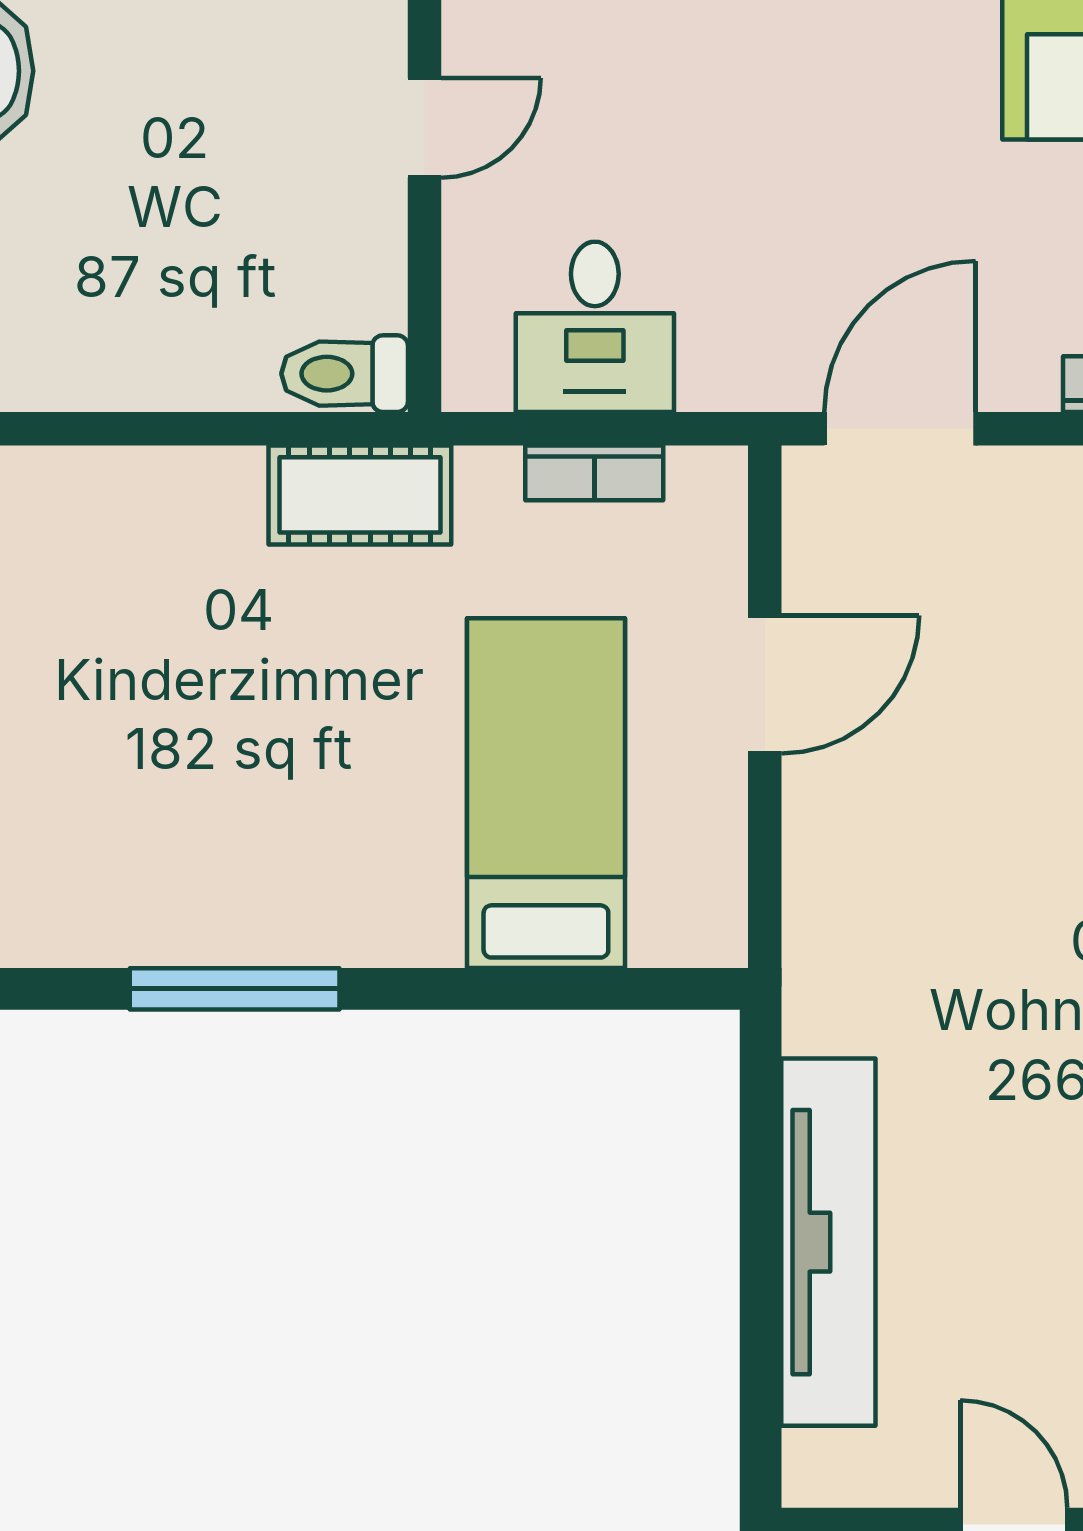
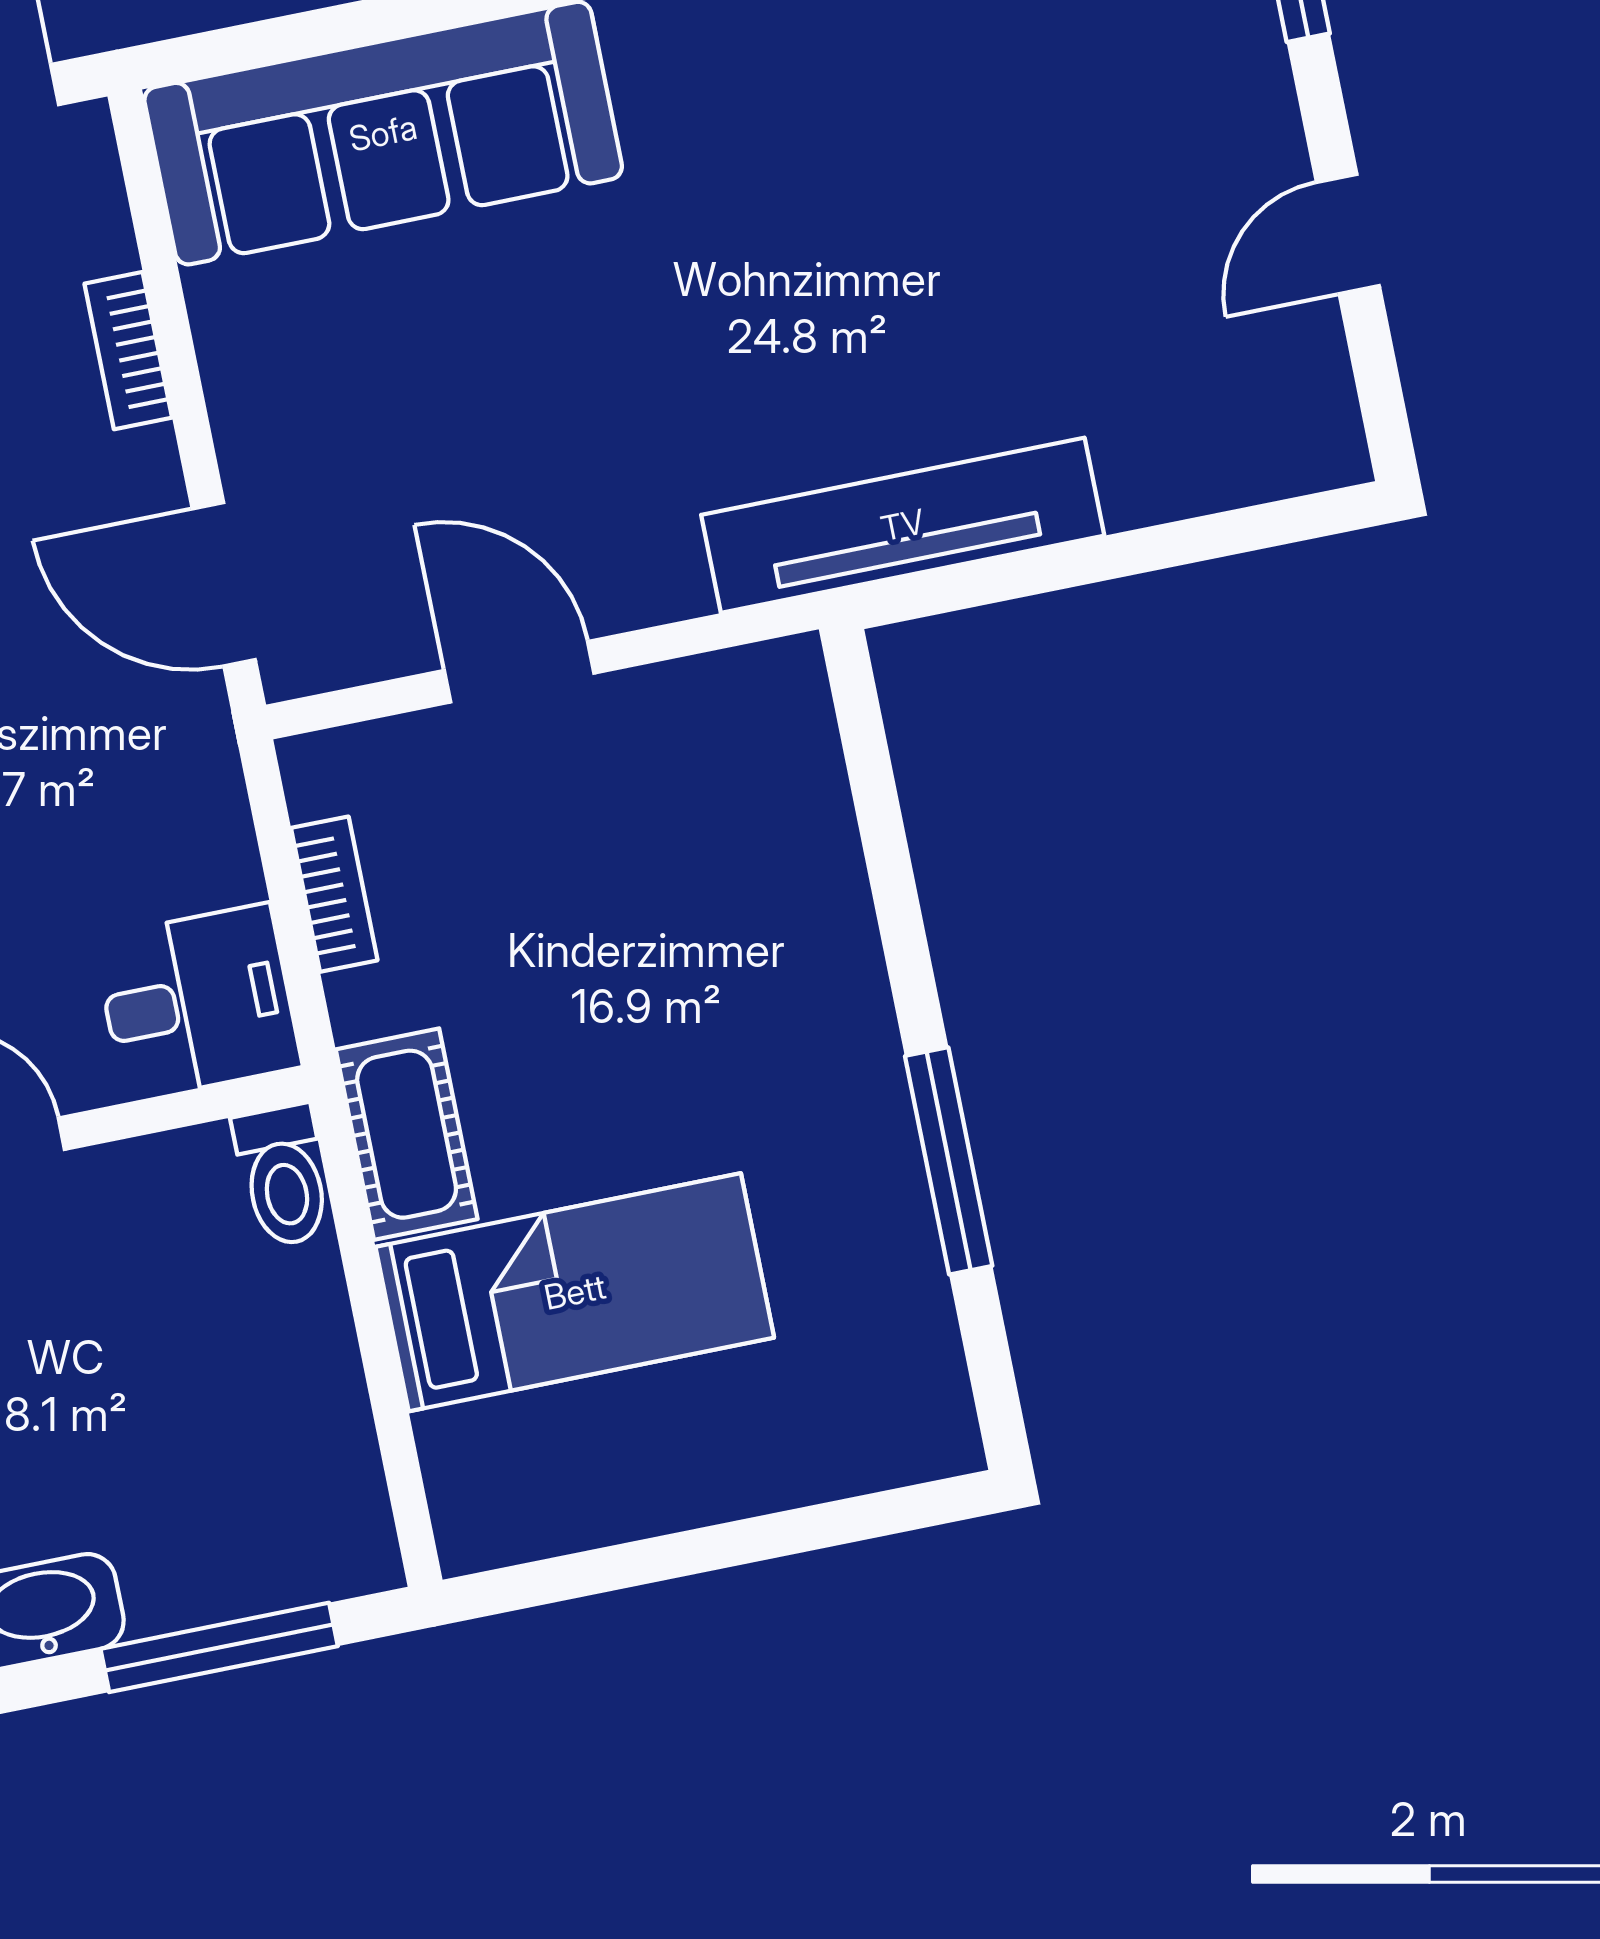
desk: (595, 327) -> (197, 1002), moved
bed: (546, 793) -> (575, 1292), moved, turned 180
tv unit: (828, 1242) -> (903, 525), moved

